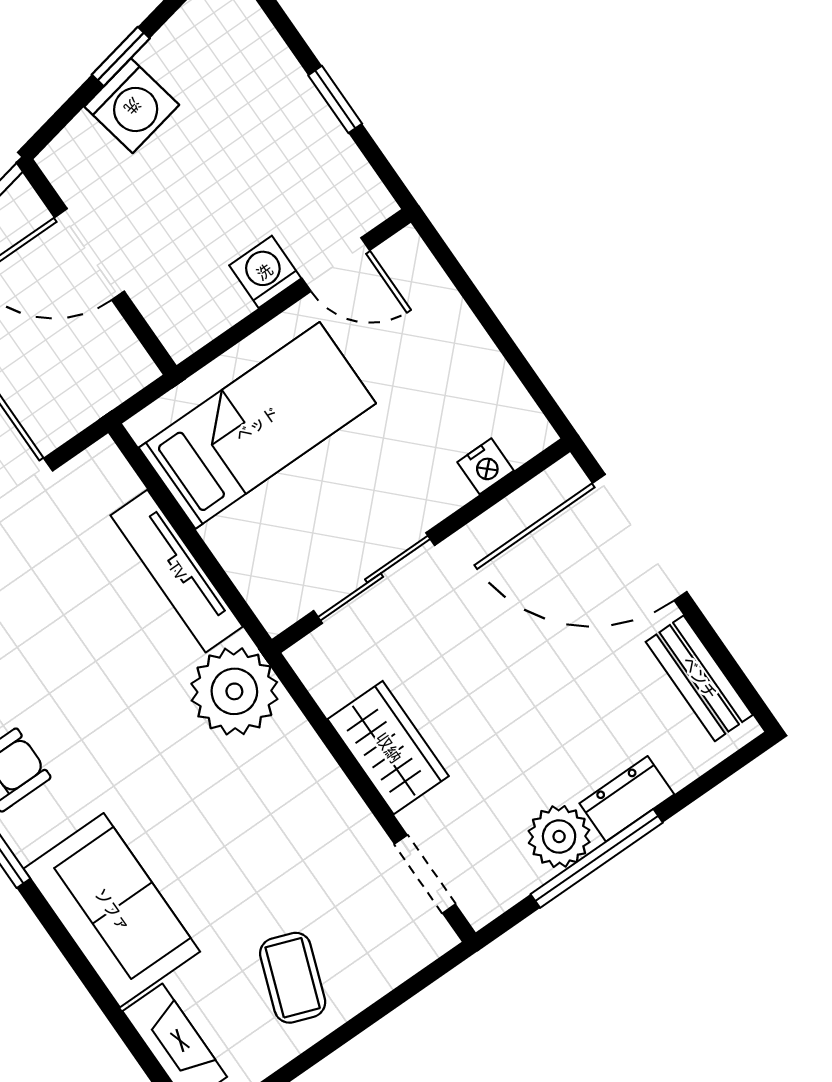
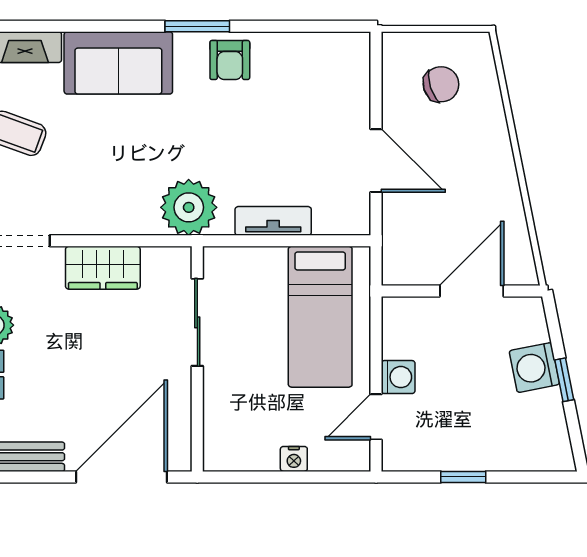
nightstand: (486, 466) -> (294, 459), moved, turned -90
tv unit: (177, 571) -> (273, 221), width x0.71

